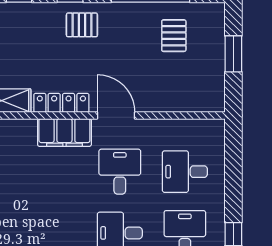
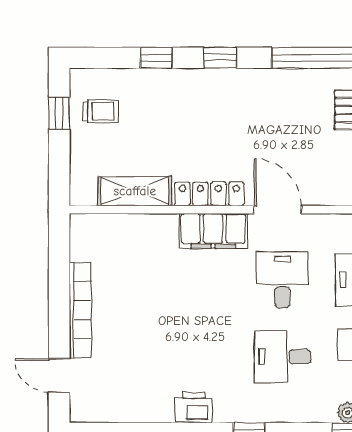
pallet: (82, 25) -> (235, 96), removed

